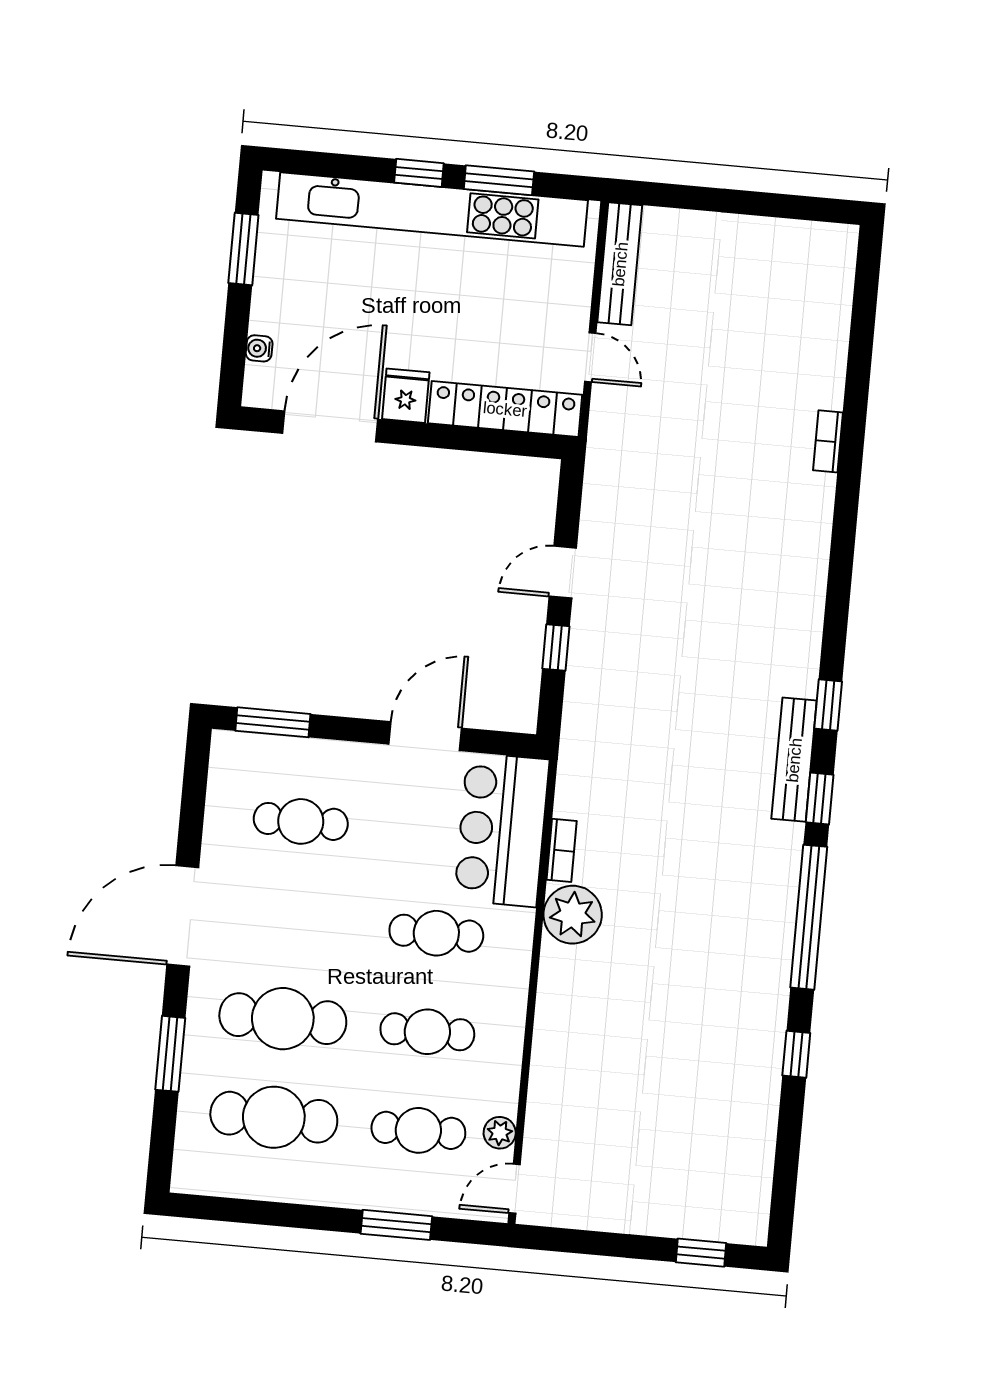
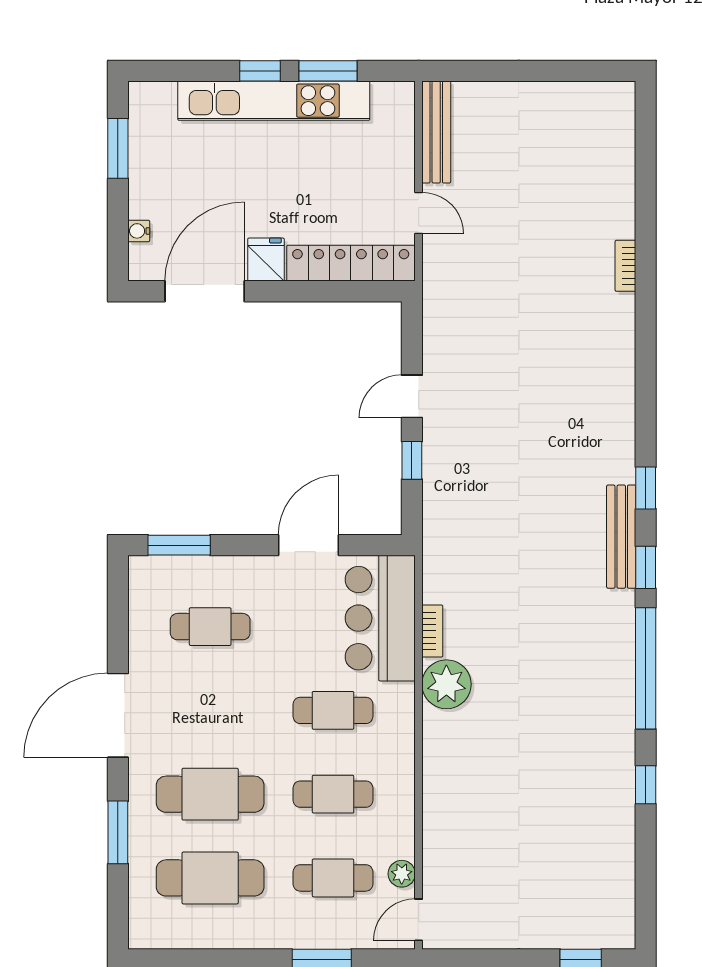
kitchen unit: (432, 209) -> (274, 101), width x0.73

